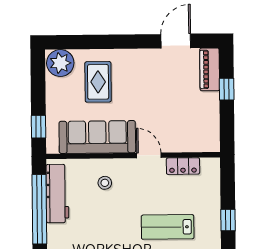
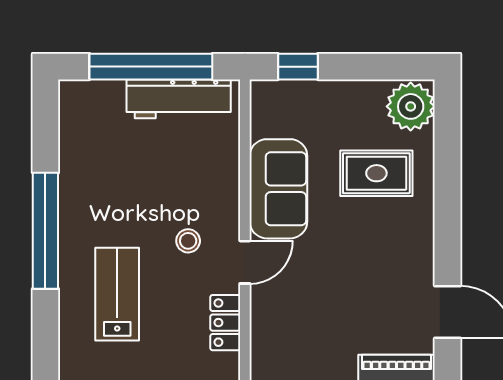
sofa: (97, 137) -> (278, 189), width x0.73
stool: (105, 183) -> (188, 241), moved

